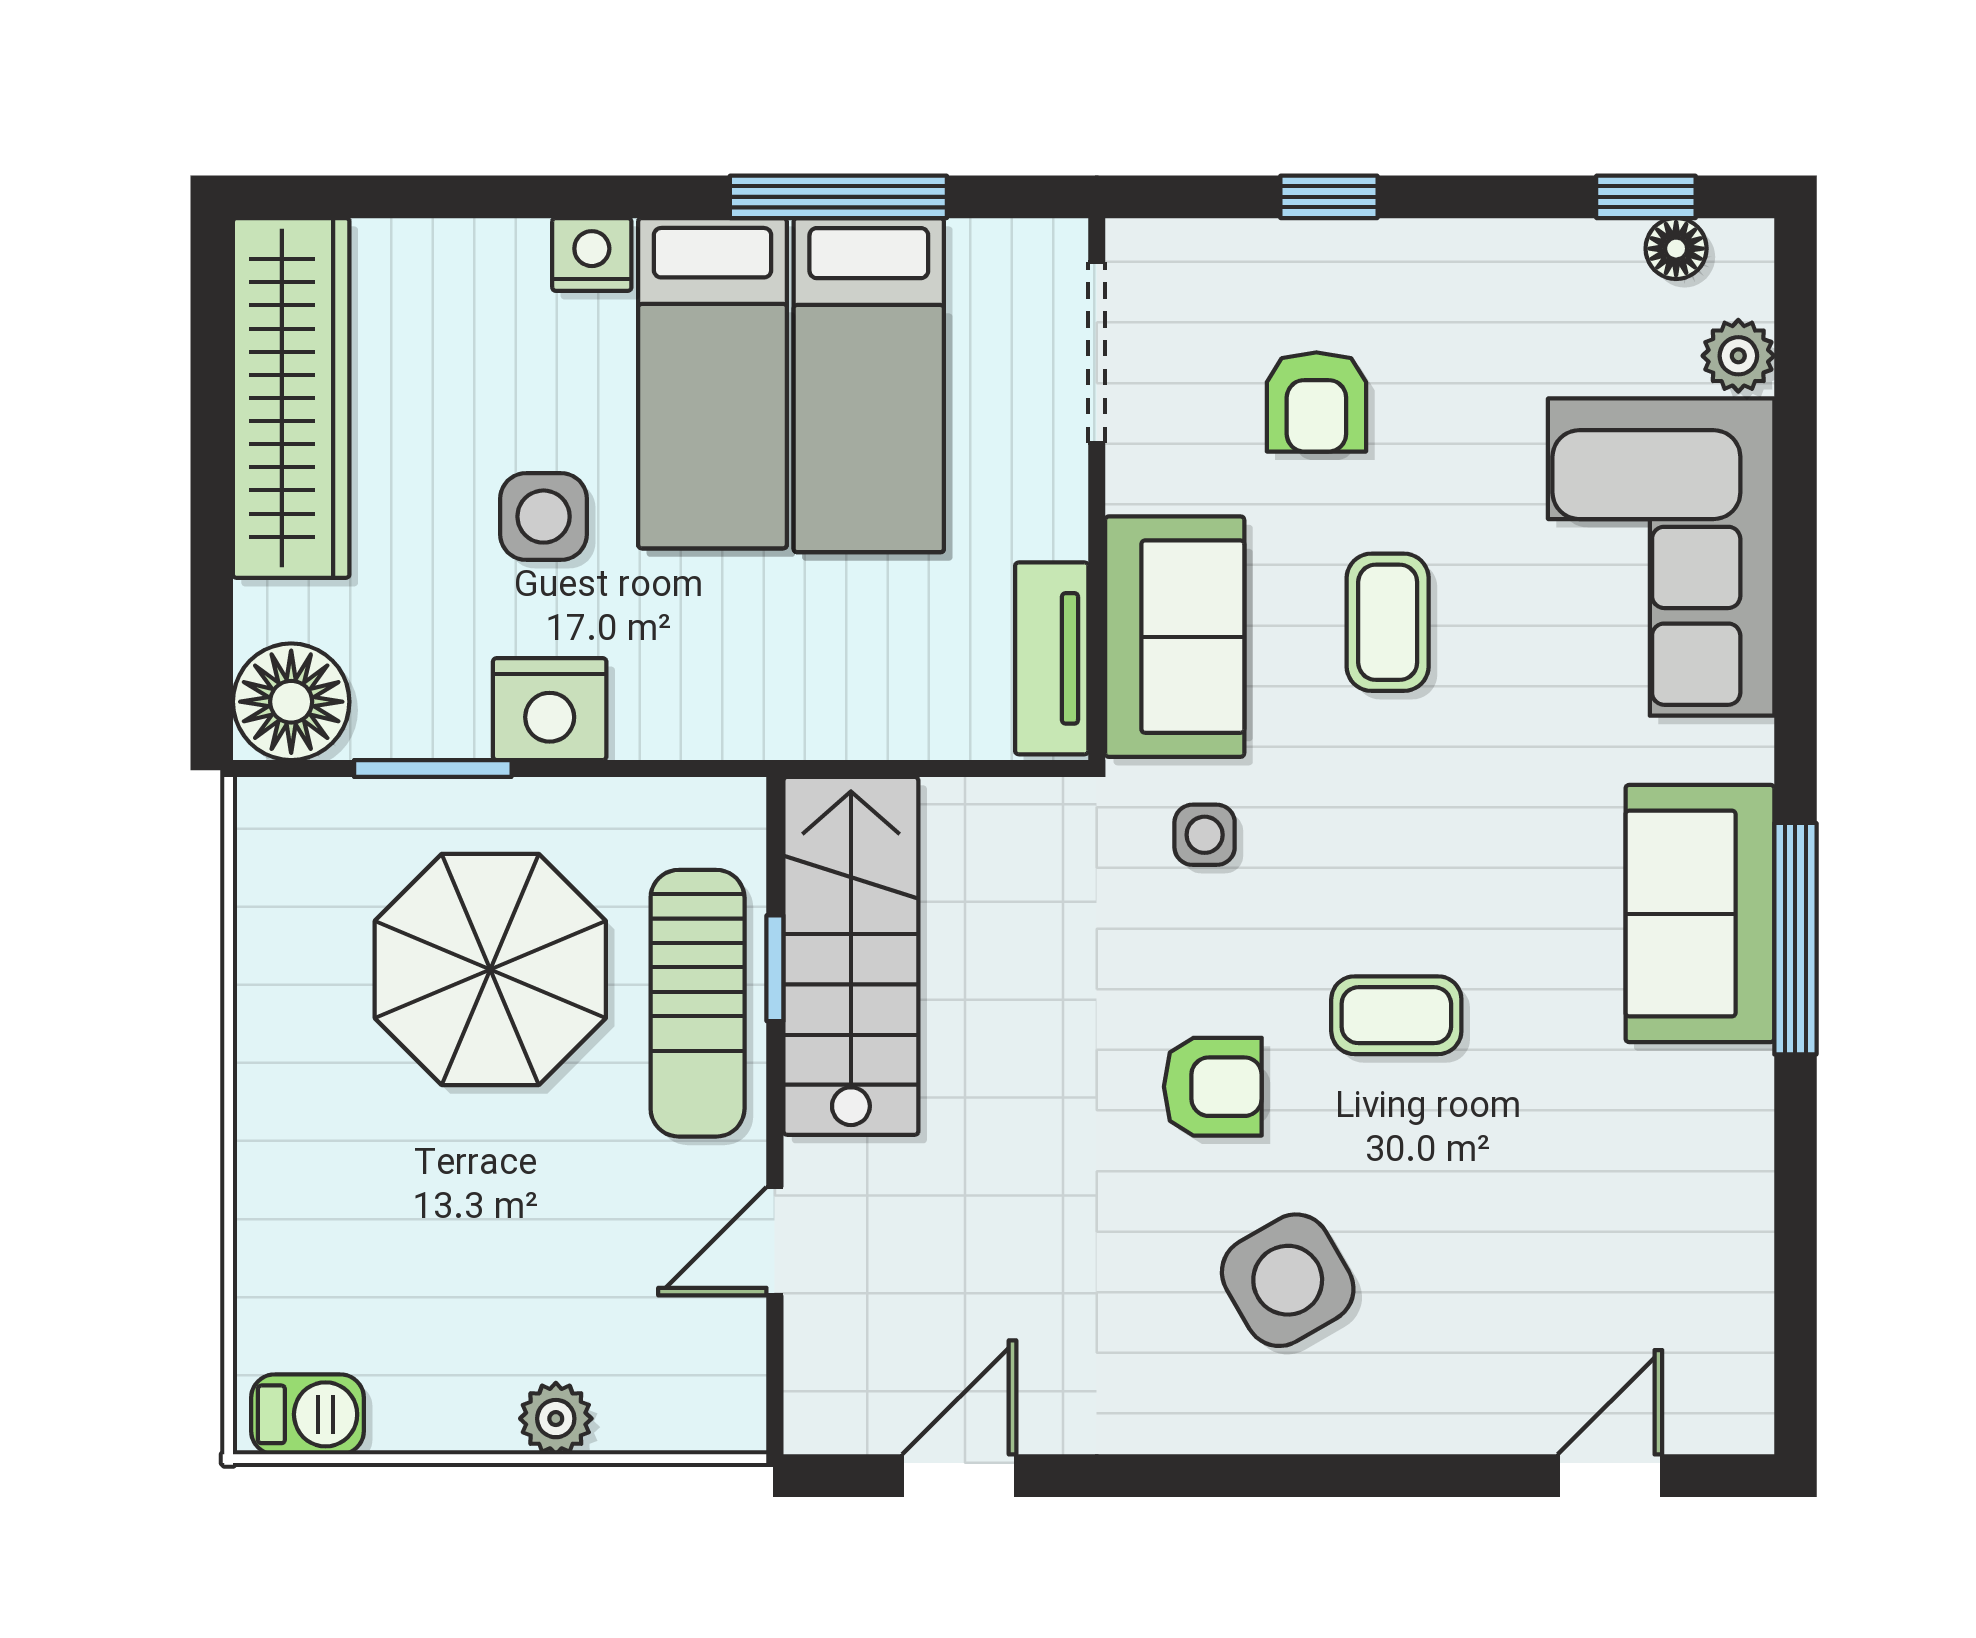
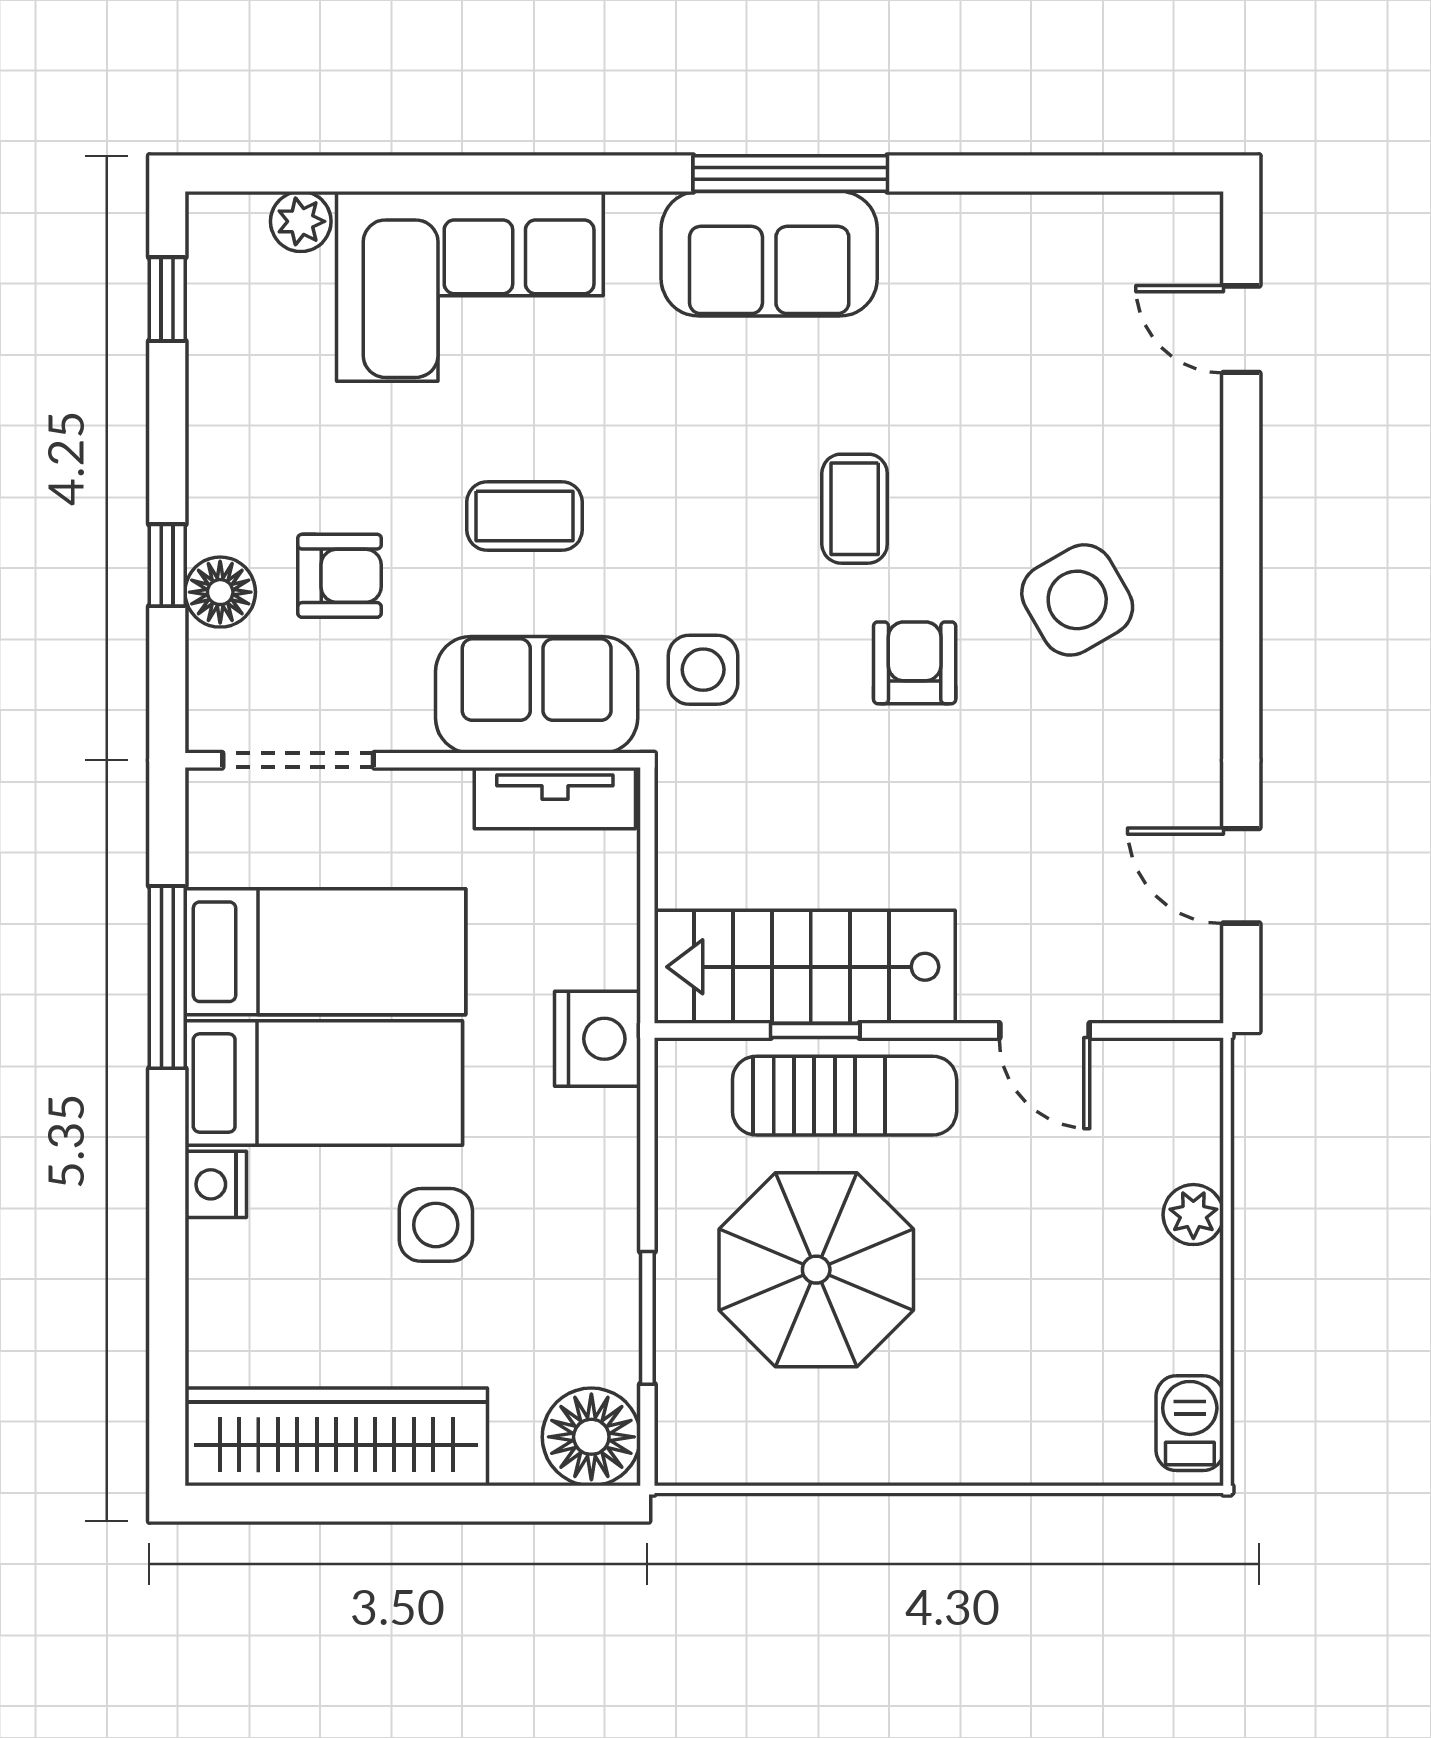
floor lamp: (1676, 249) -> (220, 592), moved, width x1.37, depth x1.37
nightstand: (550, 709) -> (597, 1039), moved
side table: (1205, 835) -> (703, 670), width x1.37, depth x1.37

